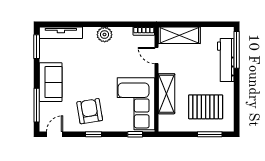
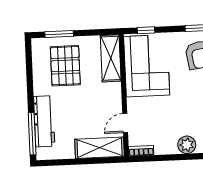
door: (156, 55) -> (125, 123), swing flipped
shelving: (167, 94) -> (111, 58), moved
pallet: (206, 107) -> (65, 66), turned 90

